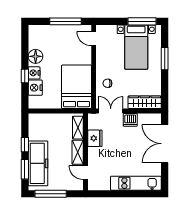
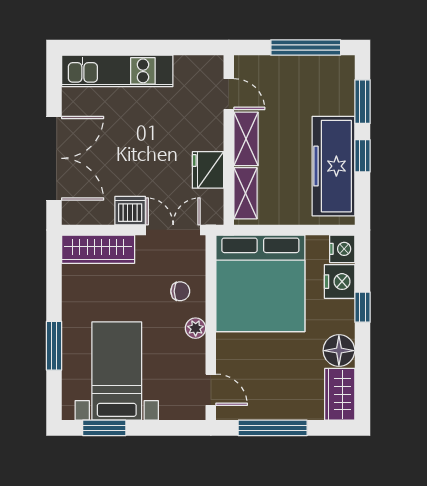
window: (142, 21) -> (104, 428), width x0.69
wardrobe: (35, 37) -> (340, 394), added
plant: (101, 67) -> (196, 328), added
nightstand: (34, 73) -> (342, 249), moved
bed: (76, 87) -> (260, 283), width x1.36
double door: (111, 111) -> (173, 230), swing flipped
freezer: (38, 163) -> (333, 166), moved

